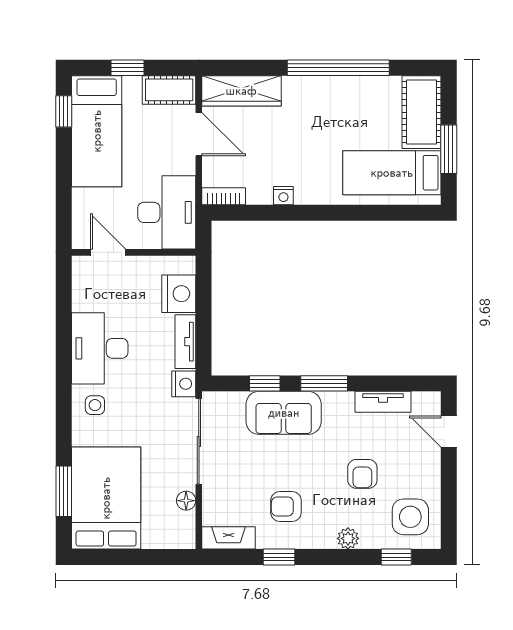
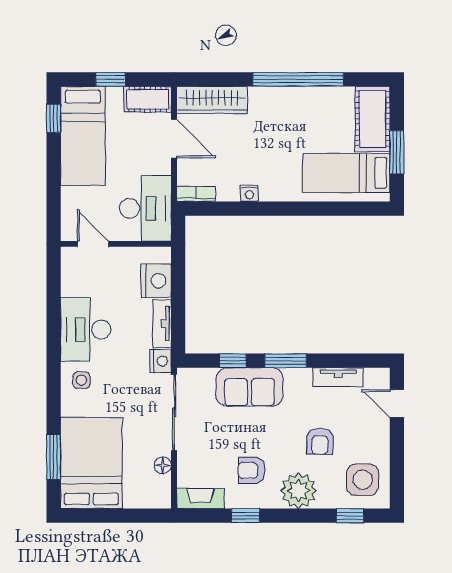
plant: (348, 538) -> (299, 491), width x1.88, depth x1.88

